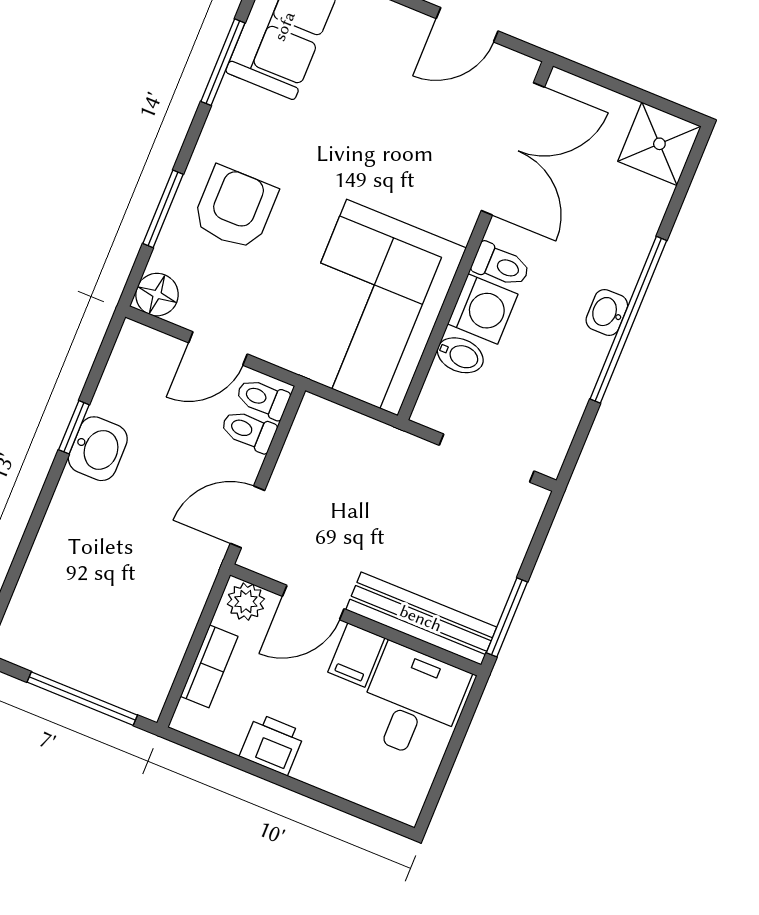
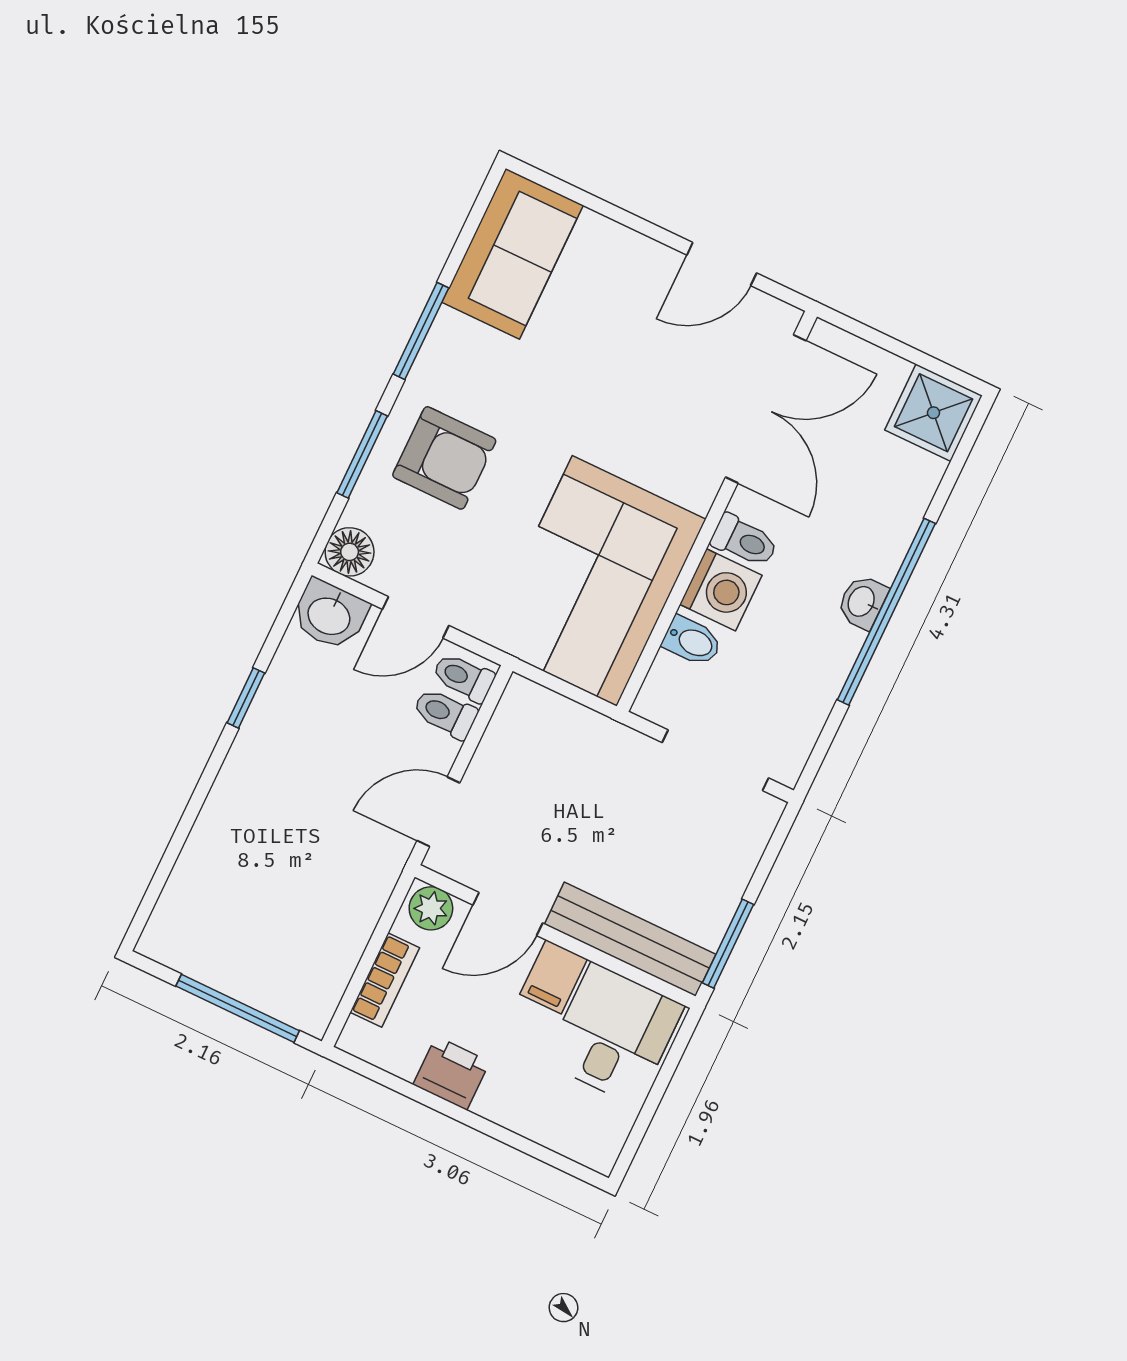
window: (223, 62) -> (421, 331), moved
armchair: (235, 208) -> (444, 458), turned 90
washbasin: (98, 449) -> (330, 615), moved, turned 90

